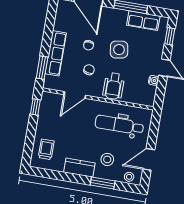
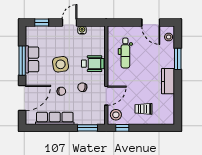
row of seats: (143, 21) -> (32, 59), moved
row of seats: (56, 53) -> (55, 118), moved
door: (75, 95) -> (106, 96), hinge flipped
dental chair: (119, 125) -> (125, 53), width x0.73, depth x0.72
trolley: (46, 149) -> (144, 109), moved
stool: (107, 159) -> (116, 115), moved

